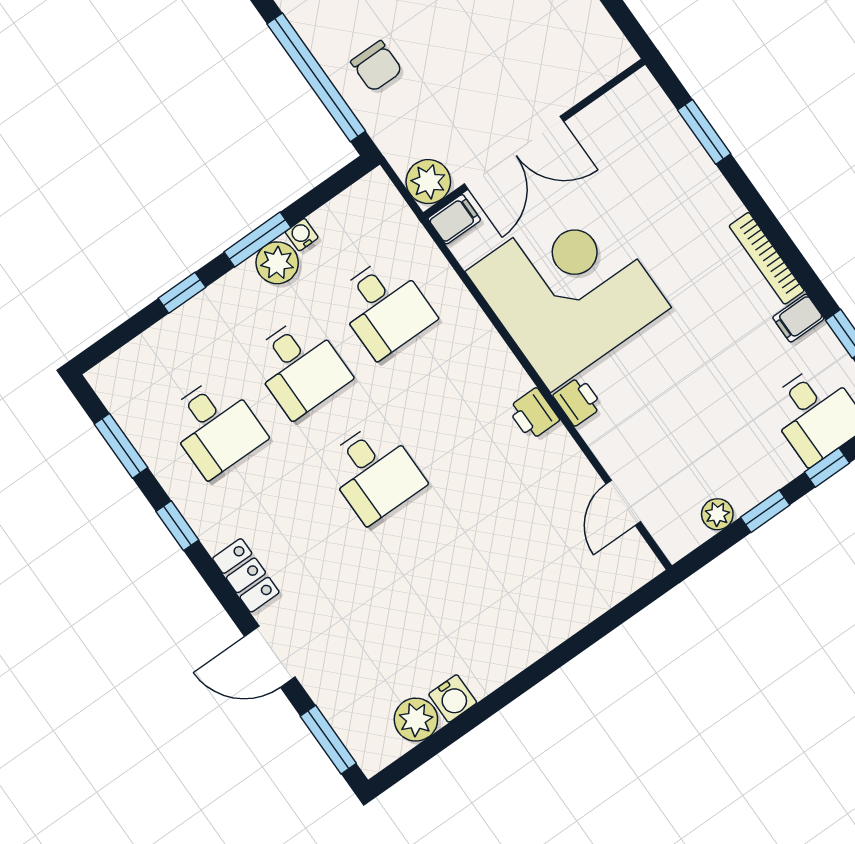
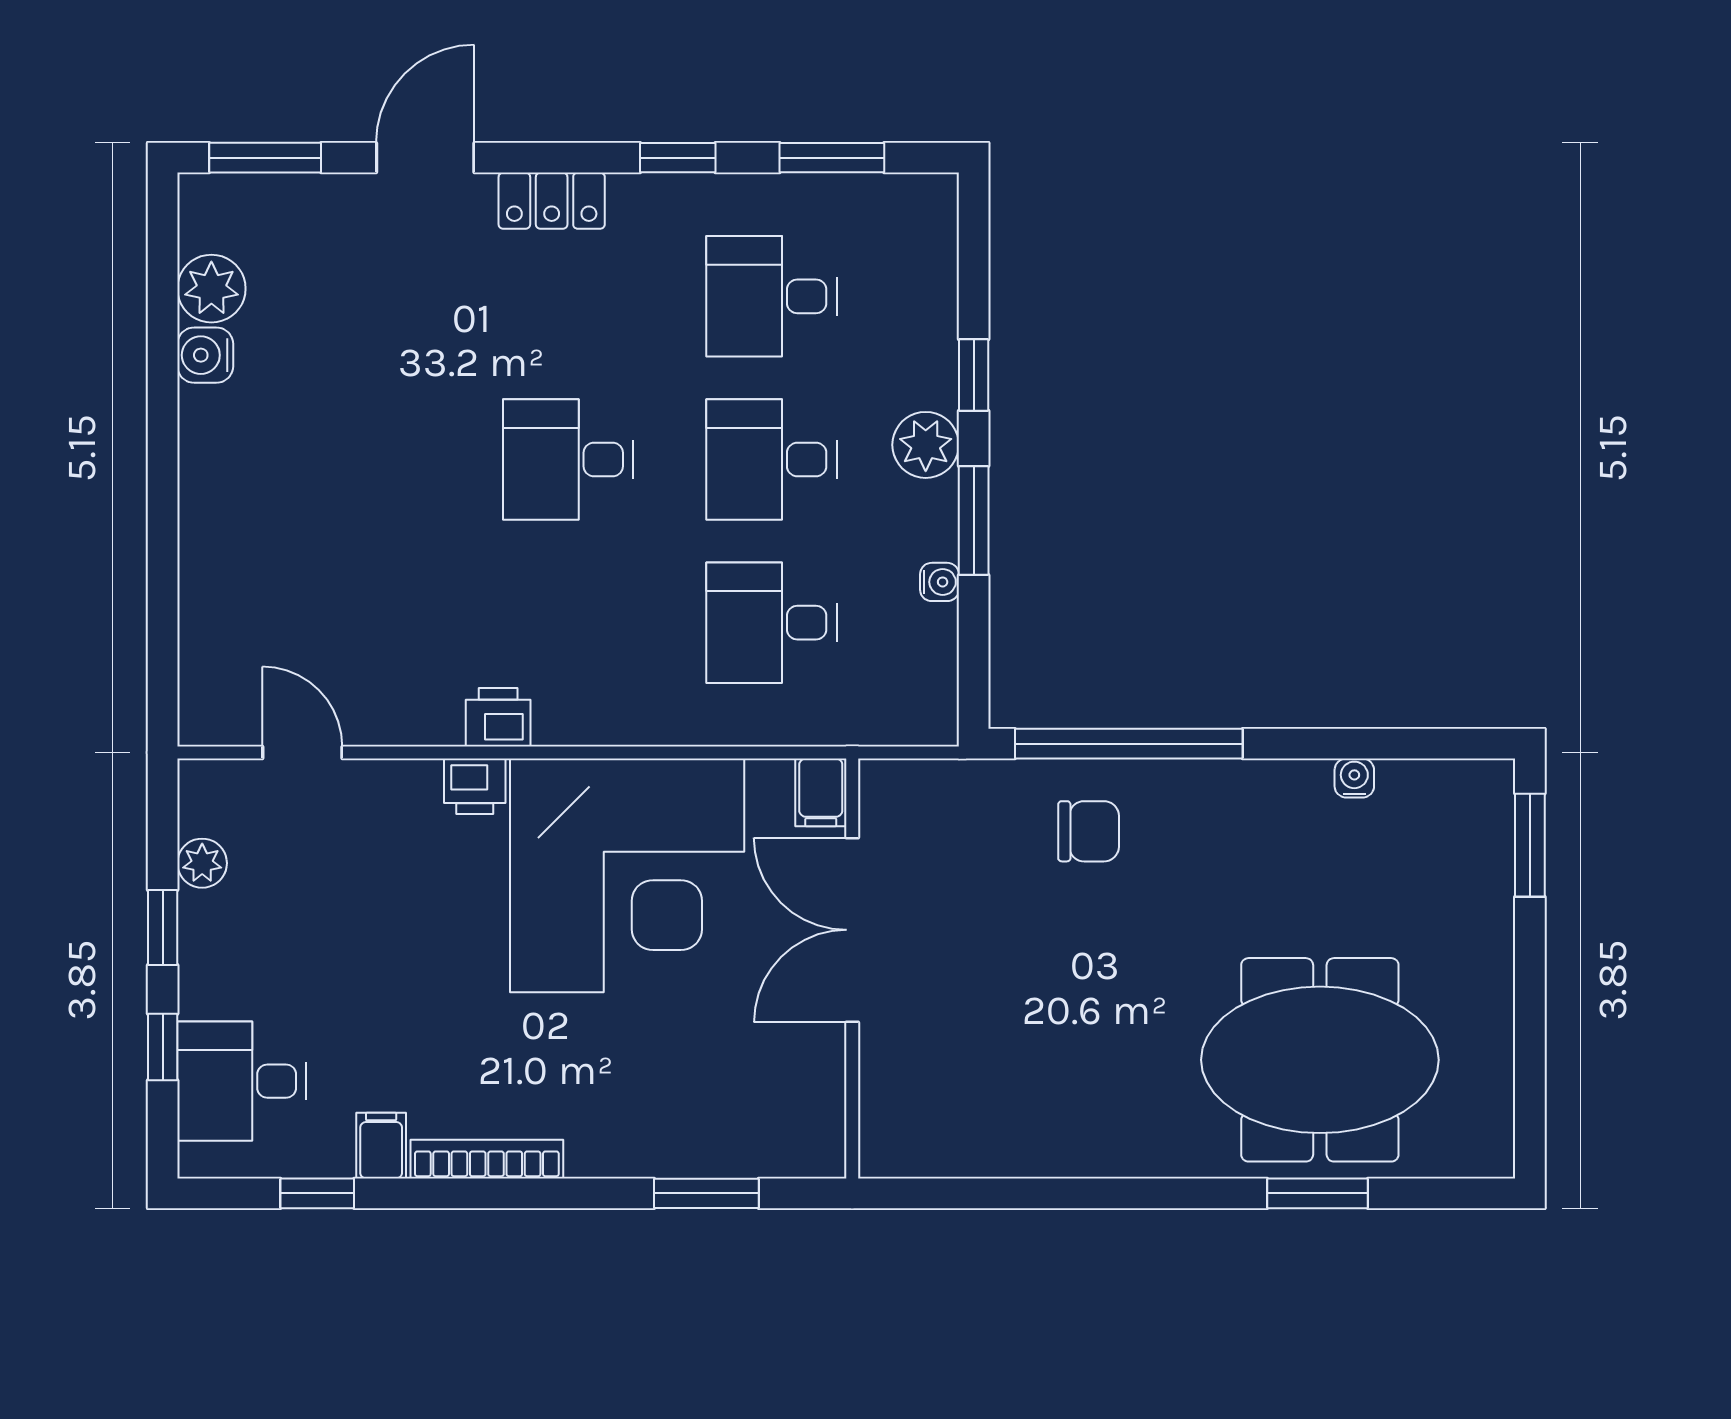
chair: (376, 66) -> (1089, 831), turned 180
plant: (428, 182) -> (893, 793), removed
plant: (277, 263) -> (926, 445), moved

